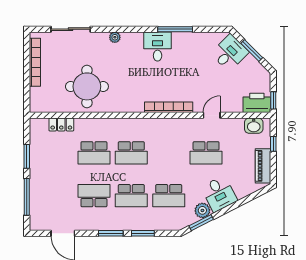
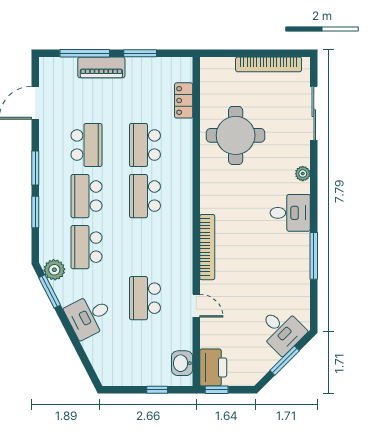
desk: (158, 46) -> (290, 213), moved
piano: (263, 166) -> (101, 67), moved, turned 180
plant: (202, 210) -> (54, 270), moved

